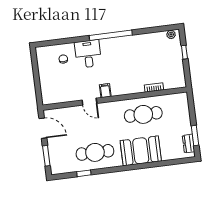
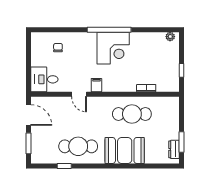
window: (184, 52) -> (182, 70), moved
corner desk: (117, 53) -> (113, 48), added
desk: (88, 54) -> (44, 79), moved, turned -90

